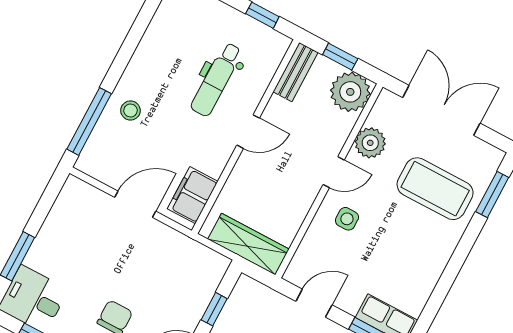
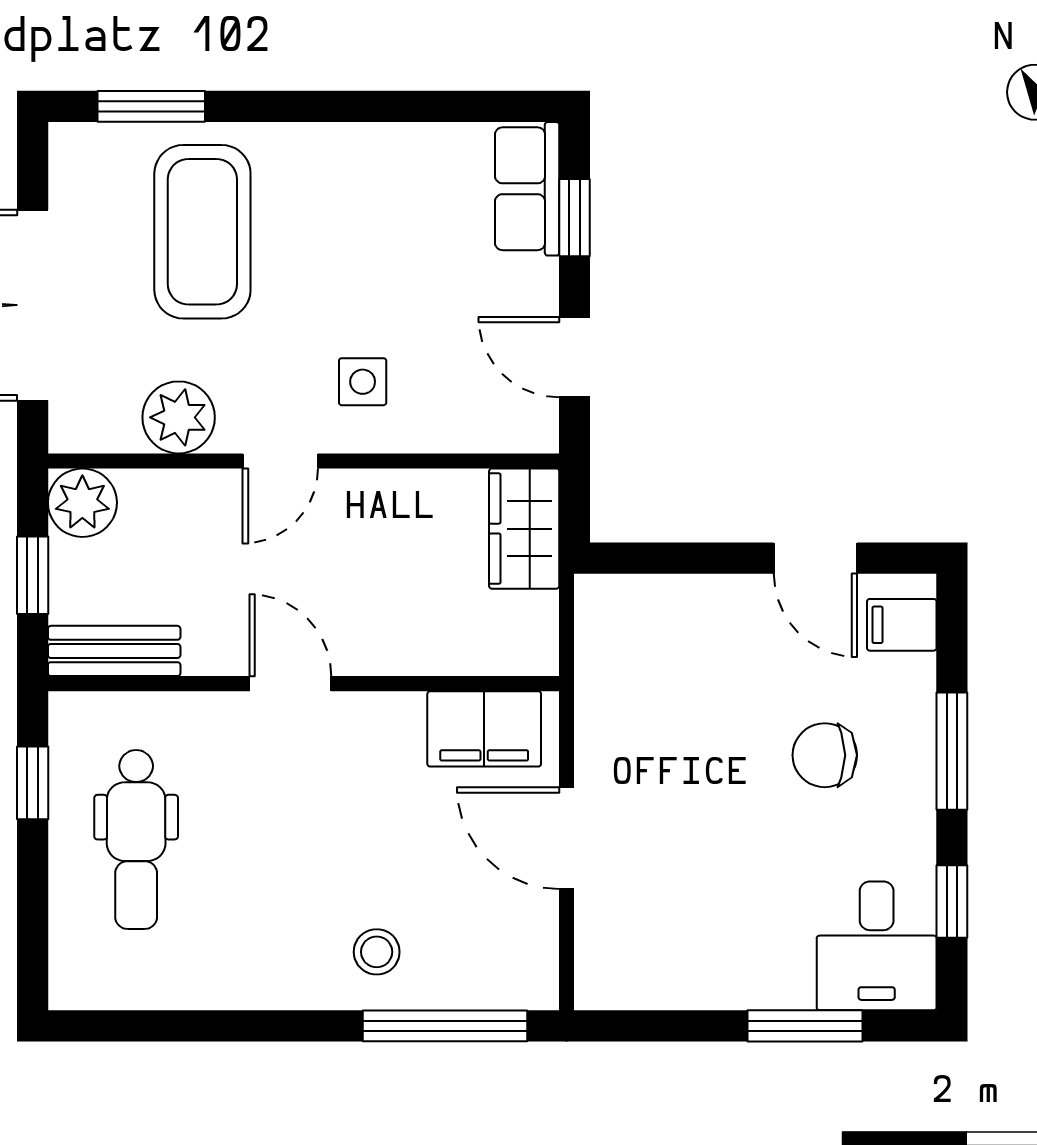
dental chair: (216, 79) -> (136, 840), moved, turned 90
plant: (350, 92) -> (82, 503), width x0.73, depth x0.73
door: (334, 172) -> (280, 461), swing flipped
wardrobe: (248, 244) -> (524, 529), width x0.67
window: (214, 309) -> (698, 558), removed

